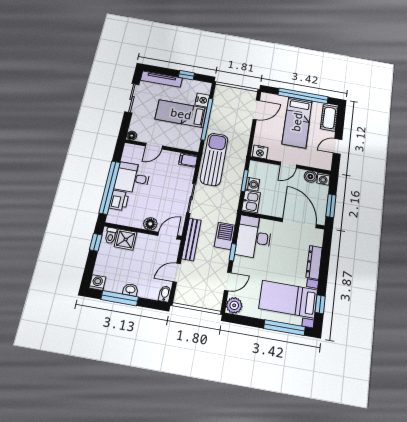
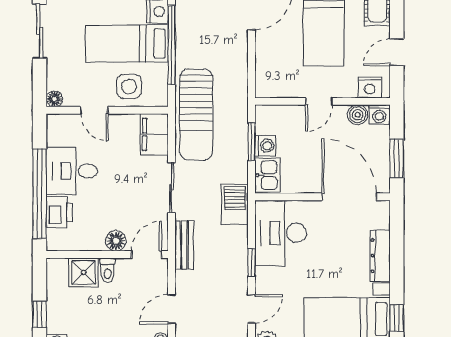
side table: (177, 137) -> (129, 86), added
door: (154, 146) -> (94, 110), hinge flipped
nightstand: (260, 152) -> (370, 87), moved
sun lounger: (214, 159) -> (196, 114), turned 180
filing cabinet: (188, 160) -> (154, 134), width x2.00
toilet: (111, 235) -> (108, 270), moved
barbecue: (225, 236) -> (235, 204), moved
bench: (191, 239) -> (184, 245), width x0.73
window: (96, 242) -> (40, 314), moved

